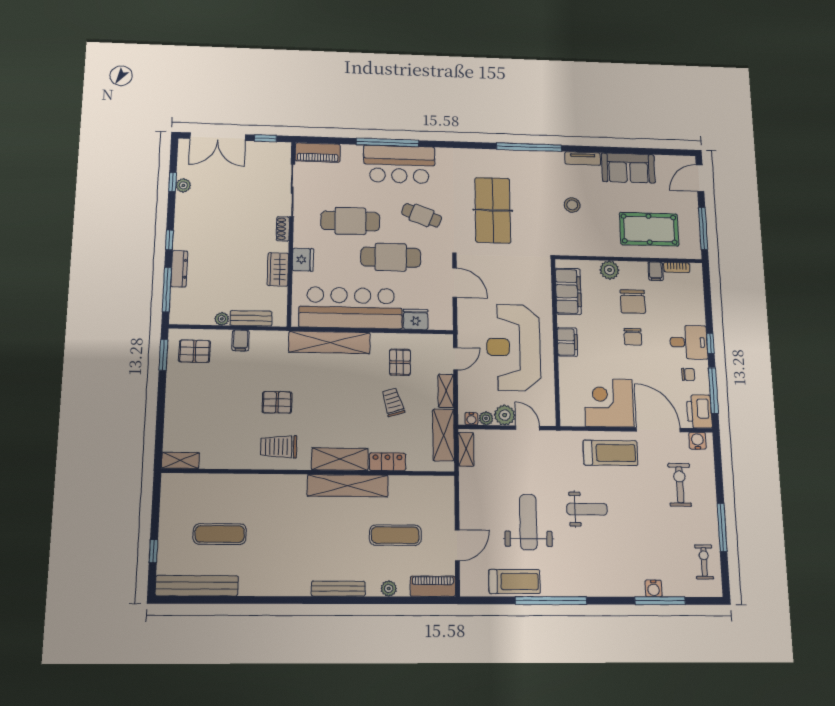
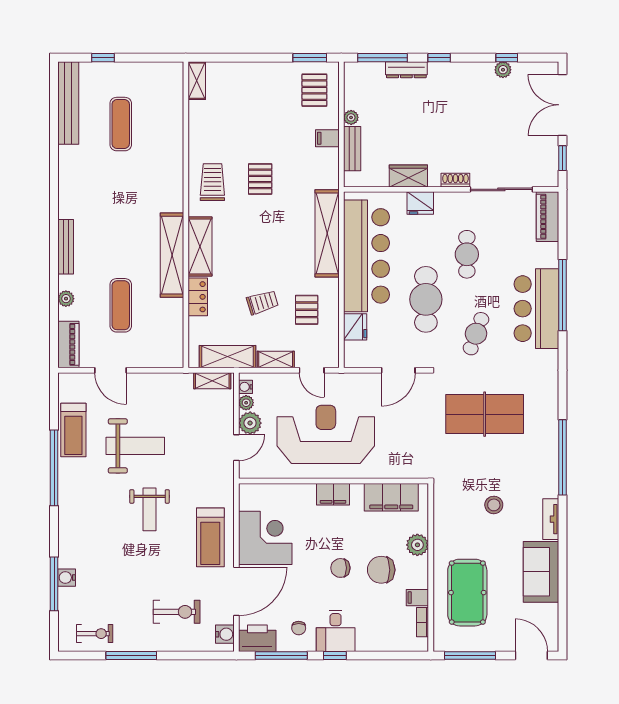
cafe table: (350, 221) -> (467, 254), width x0.73, depth x0.74
pallet: (400, 362) -> (307, 310), turned 90

